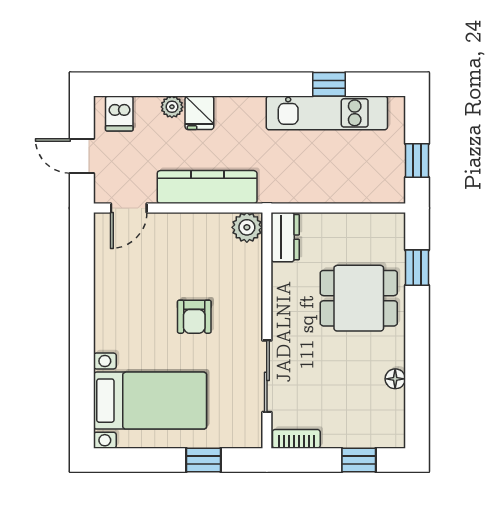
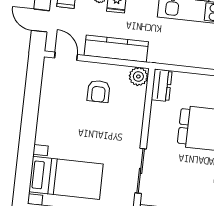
door: (129, 208) -> (66, 56), swing flipped
armchair: (194, 317) -> (99, 91), moved

